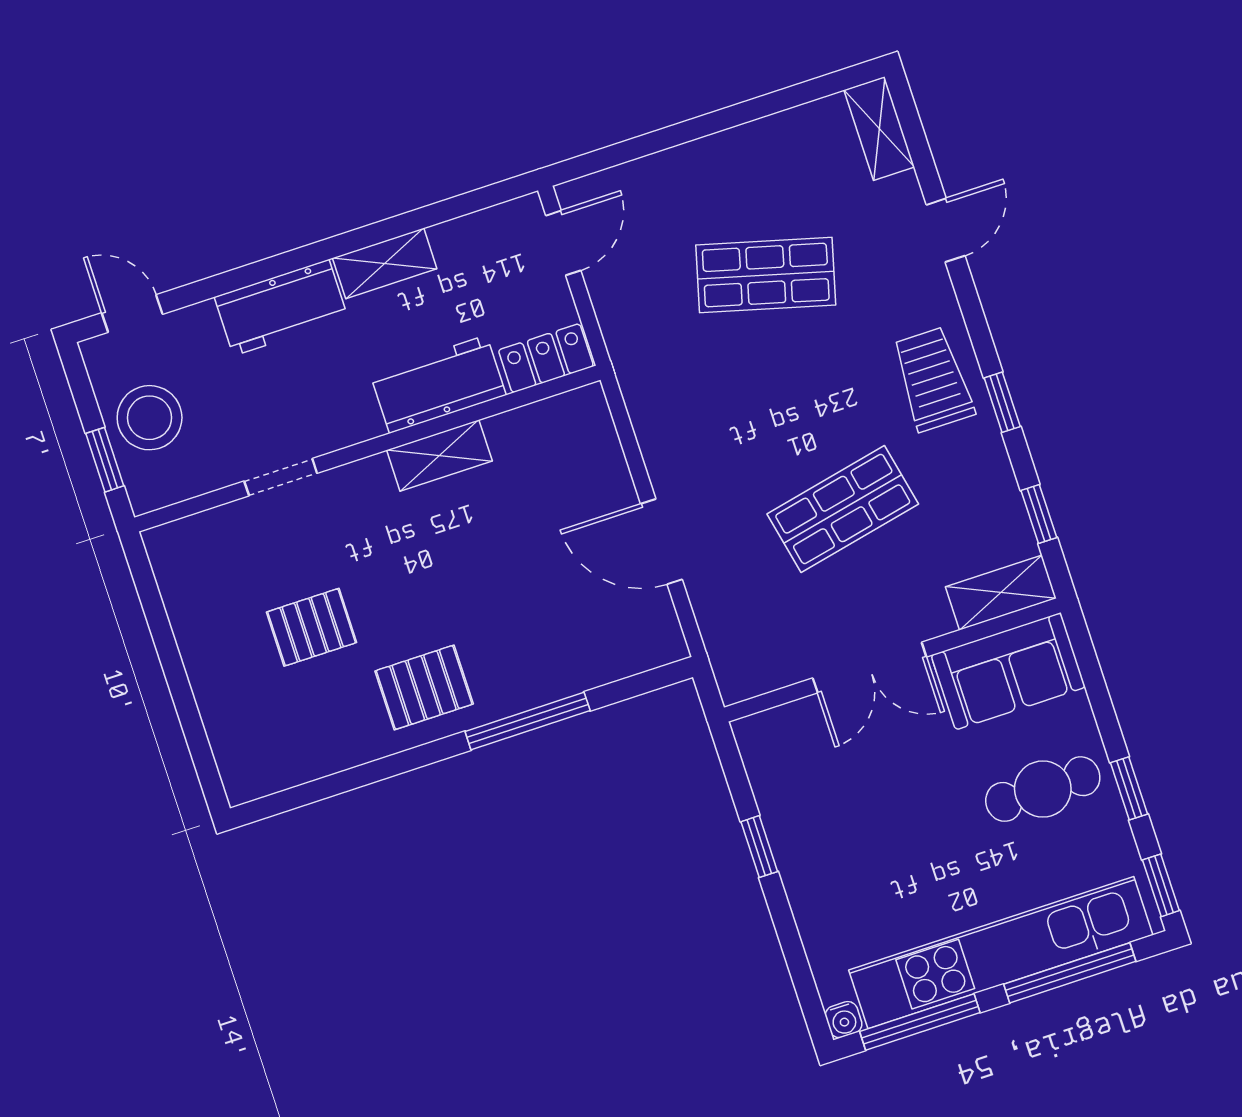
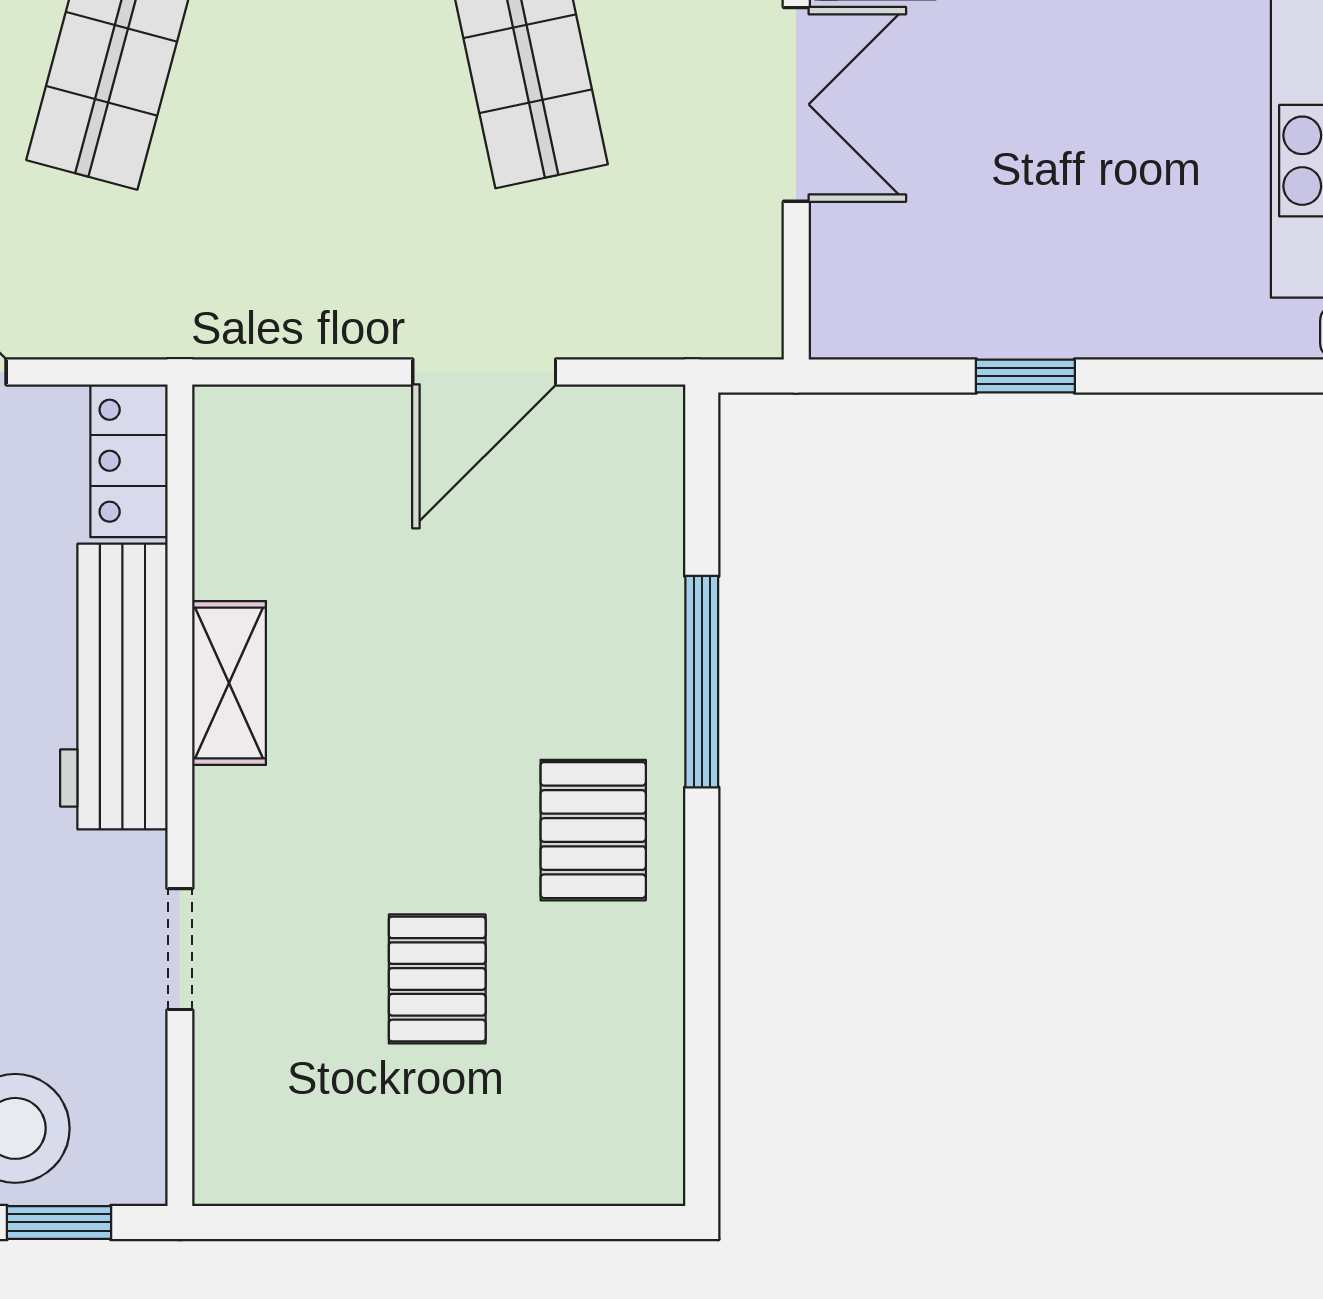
workbench: (438, 384) -> (114, 687), width x1.37

